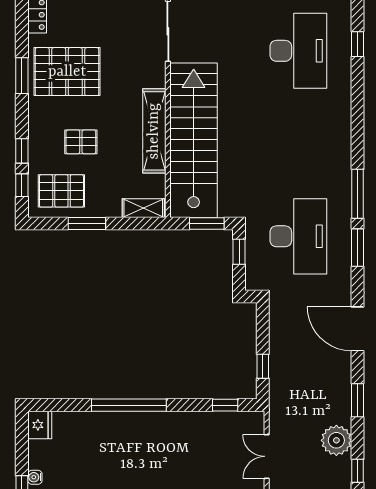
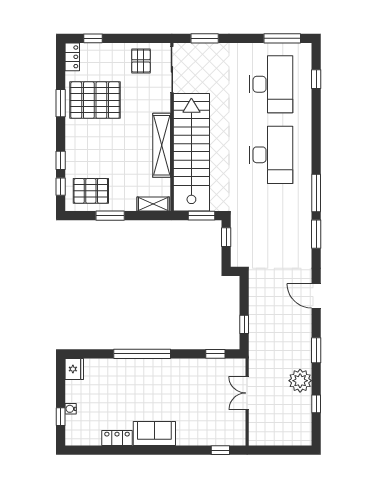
pallet: (81, 142) -> (141, 61), moved, turned 90
desk: (298, 236) -> (271, 155), moved
door: (358, 329) -> (316, 296), width x0.73

